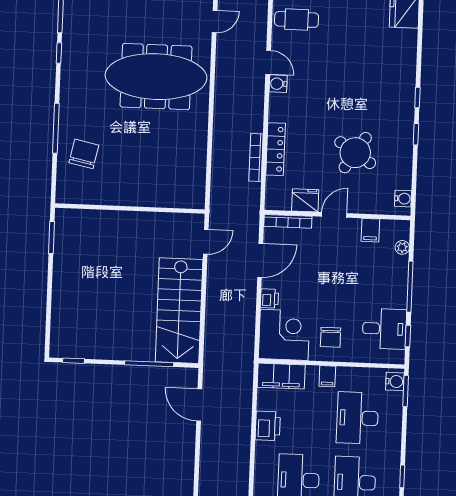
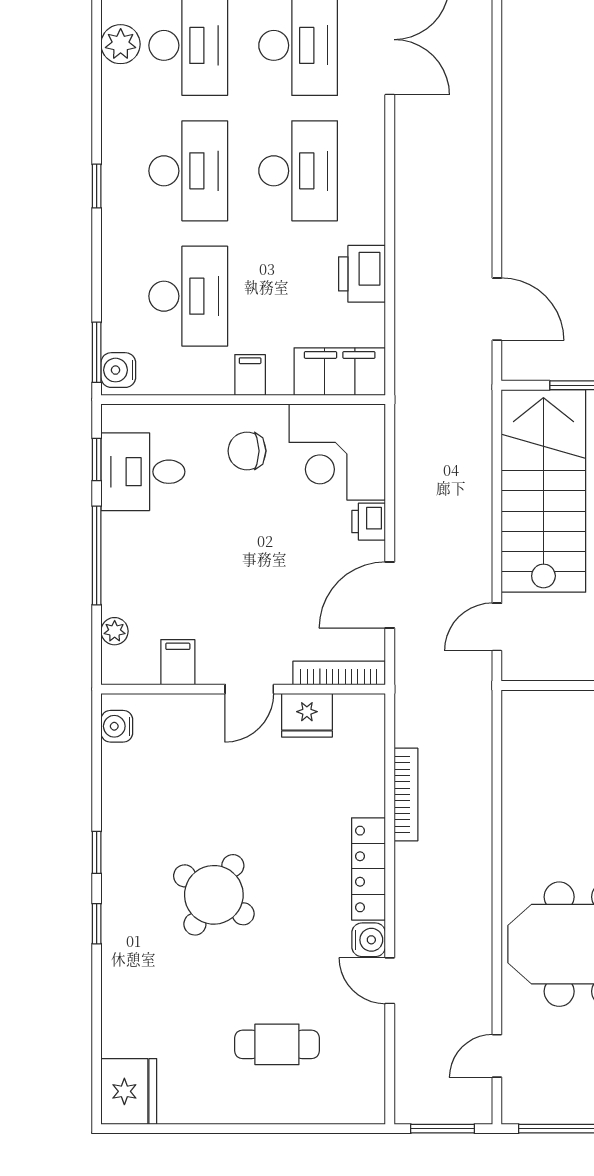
cafe table: (297, 19) -> (277, 1044), moved
locker: (276, 149) -> (369, 869), moved
round table: (355, 153) -> (214, 895), moved
chair: (330, 337) -> (247, 451), turned -90

